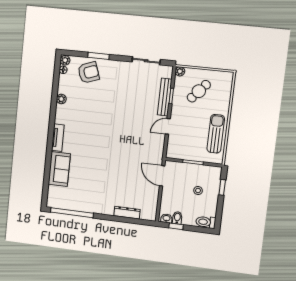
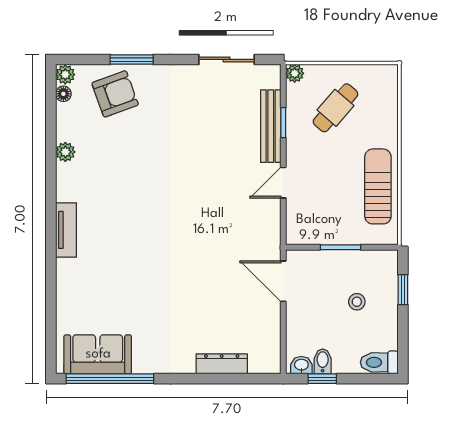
sofa: (59, 169) -> (98, 354), moved, turned -90

